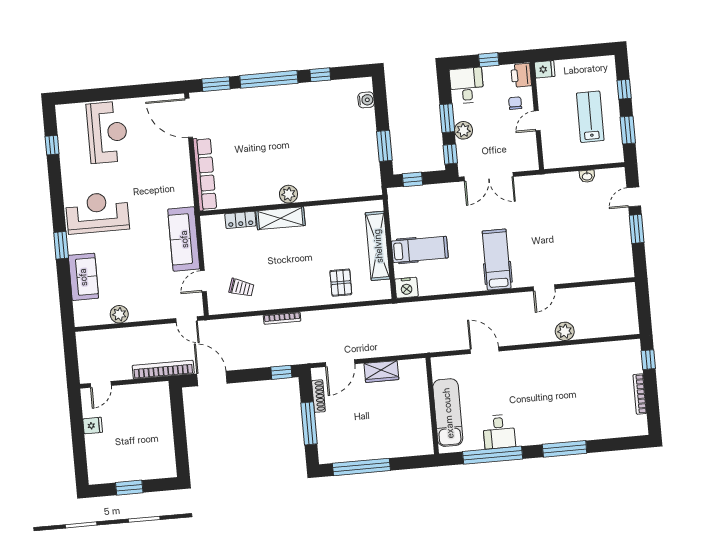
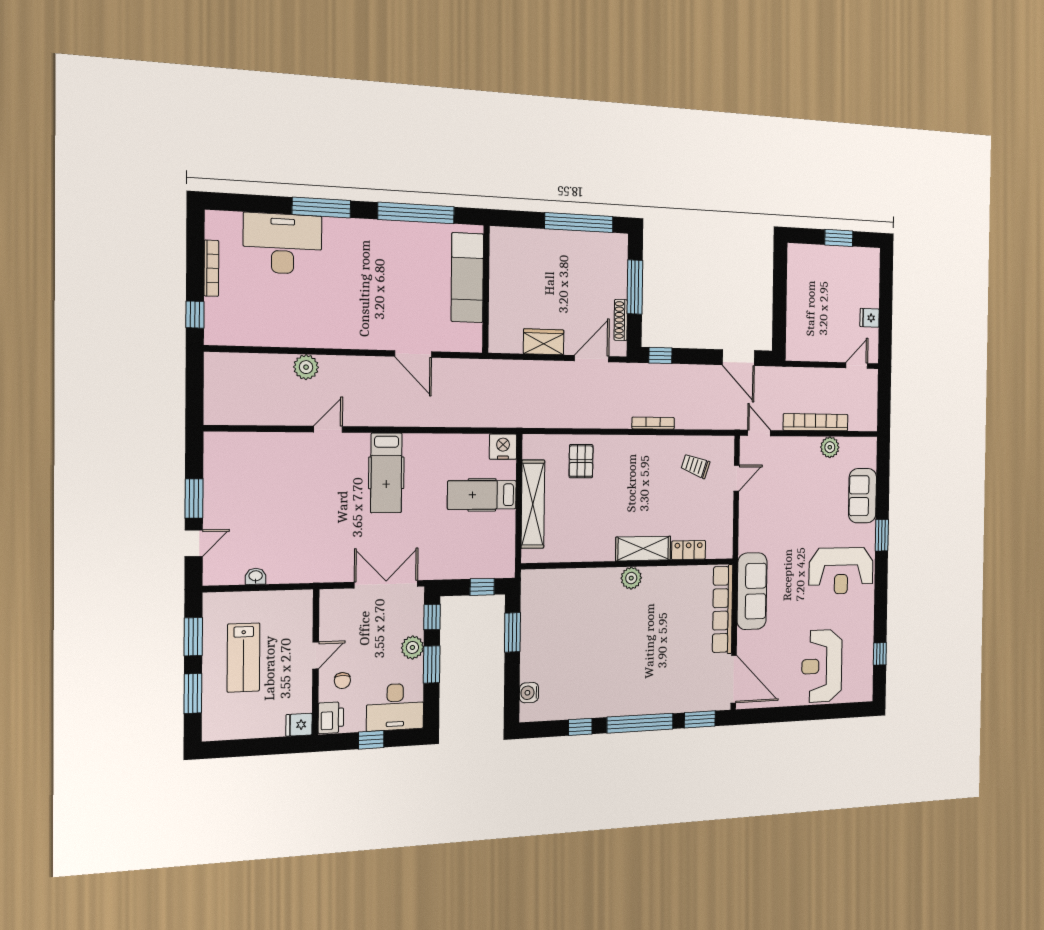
desk: (467, 85) -> (395, 707), width x1.37
window: (624, 89) -> (193, 693), width x1.50
sofa: (184, 239) -> (752, 591), moved
bookcase: (163, 370) -> (816, 422), moved, turned 180
desk: (499, 432) -> (283, 244), moved, width x1.87, depth x1.30

